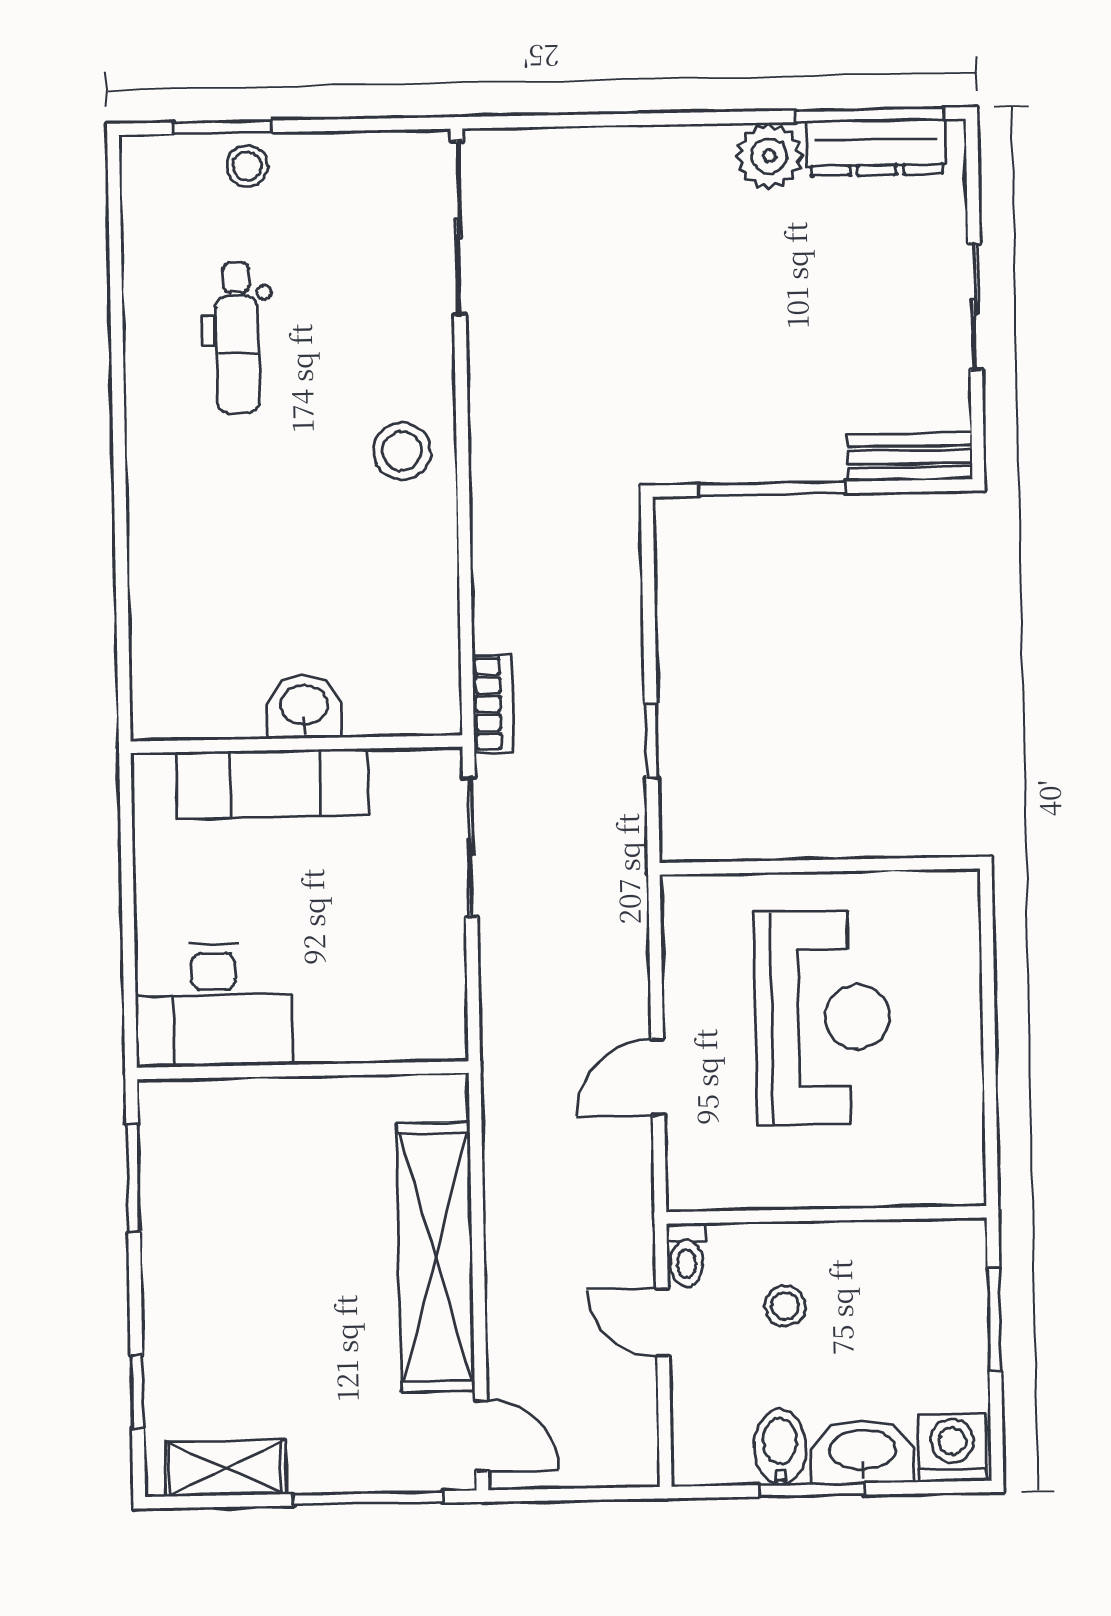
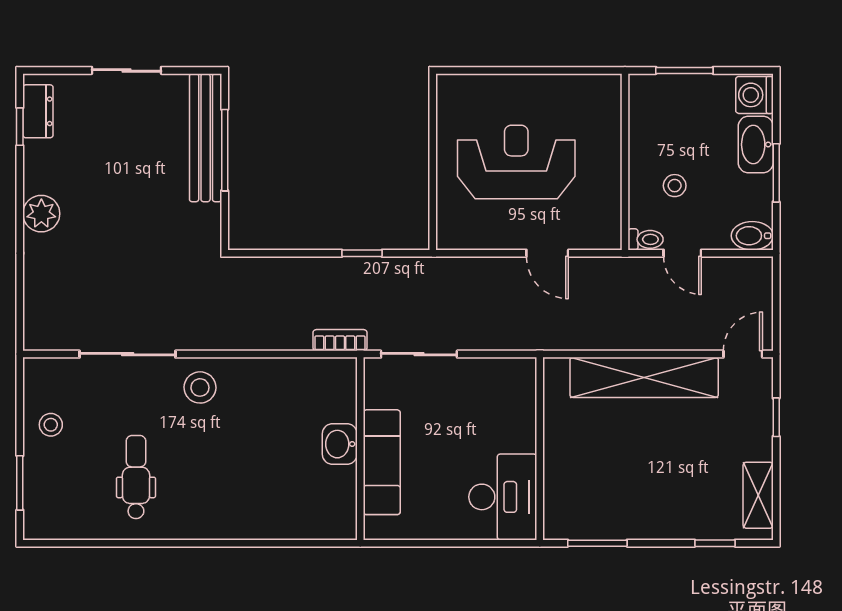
window: (869, 115) -> (20, 127), width x0.46
dresser: (877, 148) -> (38, 111), width x0.70
plant: (769, 156) -> (41, 214), moved
stool: (247, 166) -> (51, 425), moved
sliding door: (458, 228) -> (128, 354), moved
dental chair: (237, 338) -> (136, 477), turned -90
bench: (910, 457) -> (206, 138), width x1.86, depth x1.21
window: (772, 489) -> (225, 150), moved
door: (662, 1322) -> (682, 253), hinge flipped
bidet: (780, 1447) -> (752, 236), moved
window: (368, 1498) -> (776, 417), width x0.46

